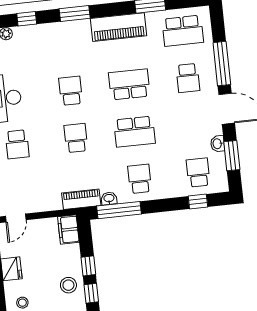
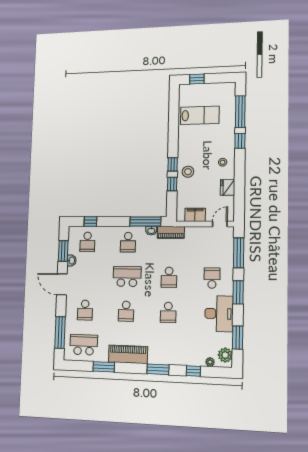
window: (222, 64) -> (60, 332), moved
school desk: (188, 78) -> (85, 310), turned 180
school desk: (129, 84) -> (126, 311), width x0.54
filing cabinet: (68, 230) -> (195, 215), moved, turned -90

